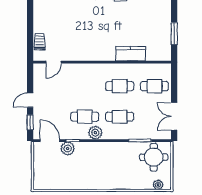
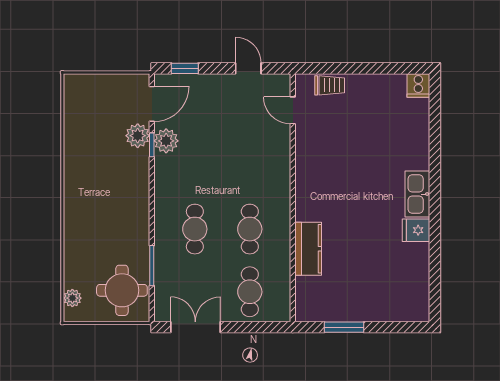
door: (30, 100) -> (248, 68), moved
cafe table: (85, 117) -> (195, 166), removed
plant: (95, 133) -> (166, 141), moved

